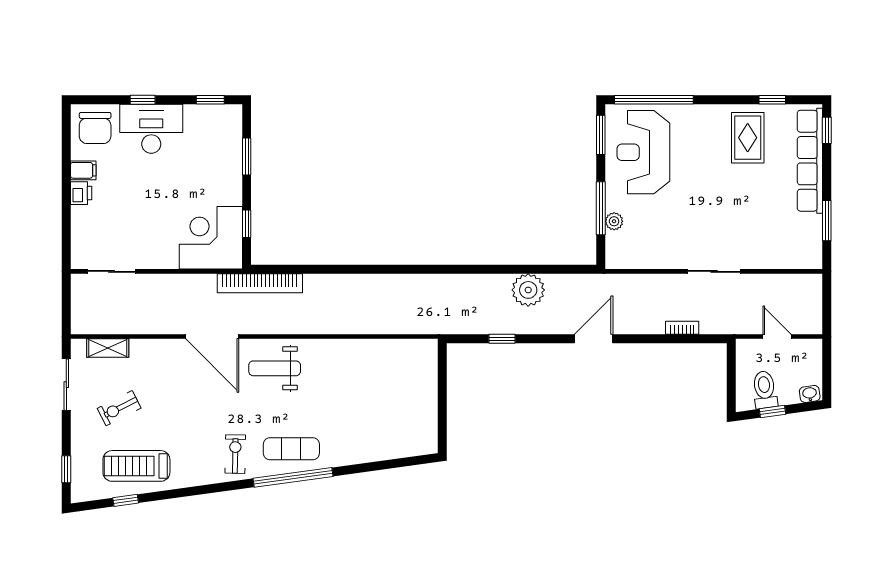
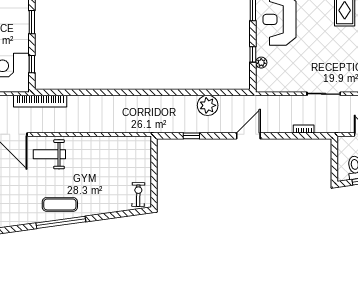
window: (601, 208) -> (253, 54), width x0.46
exercise bike: (235, 454) -> (138, 194), moved

